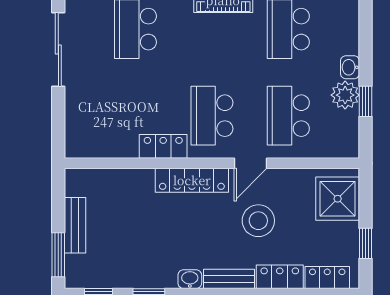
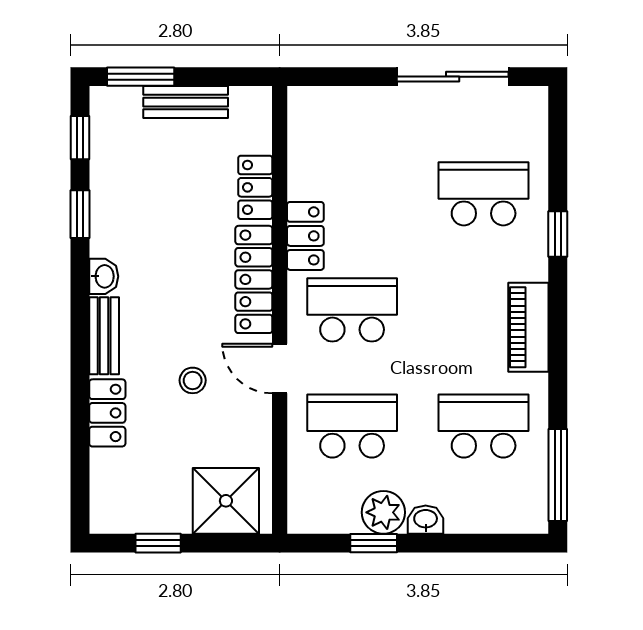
stool: (258, 221) -> (193, 380), width x0.53, depth x0.53
locker: (327, 277) -> (255, 187), moved, turned 180

